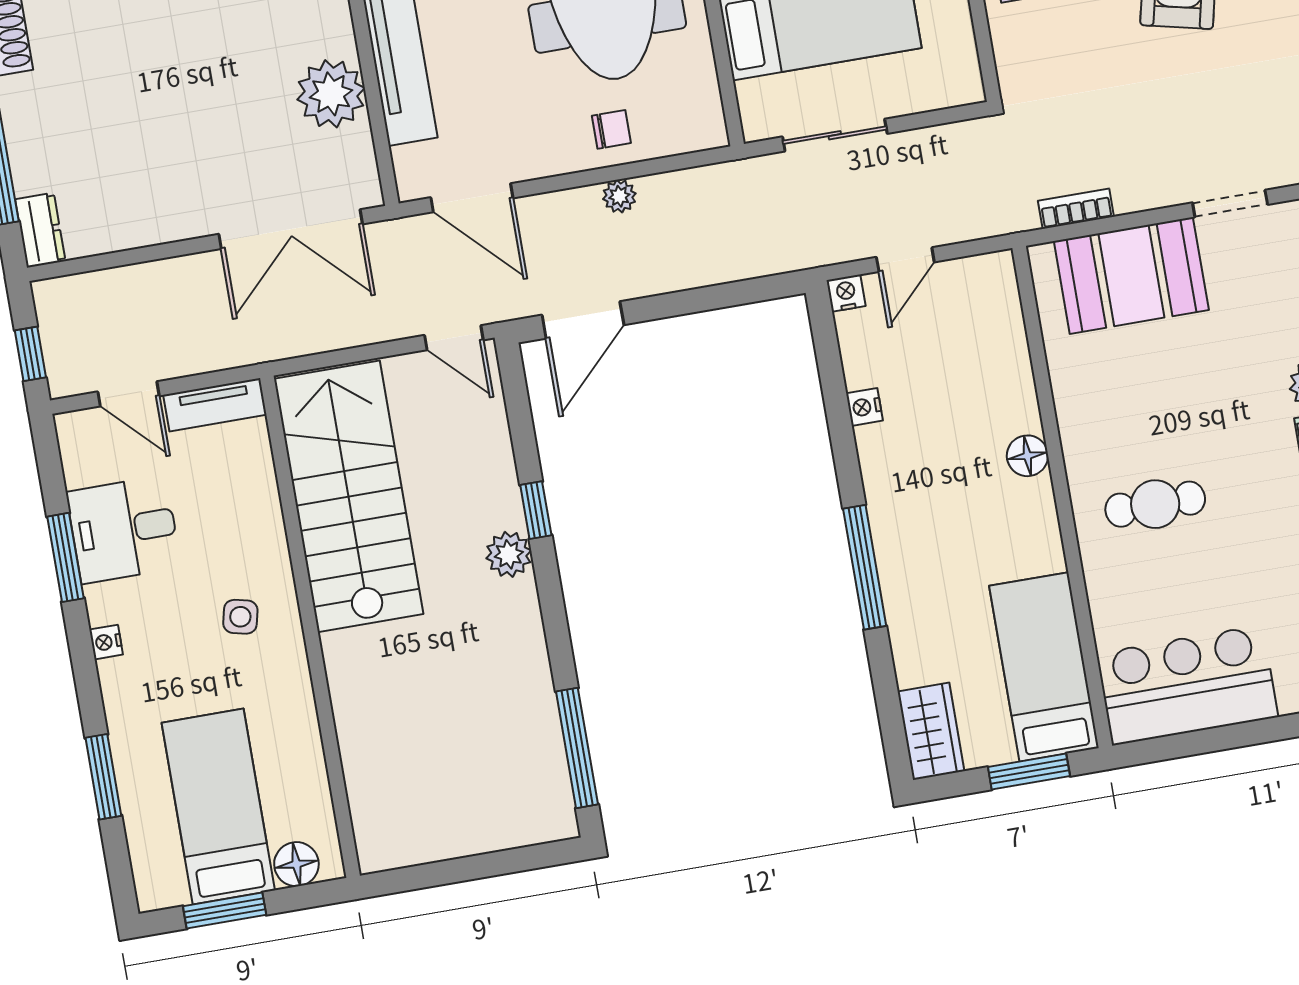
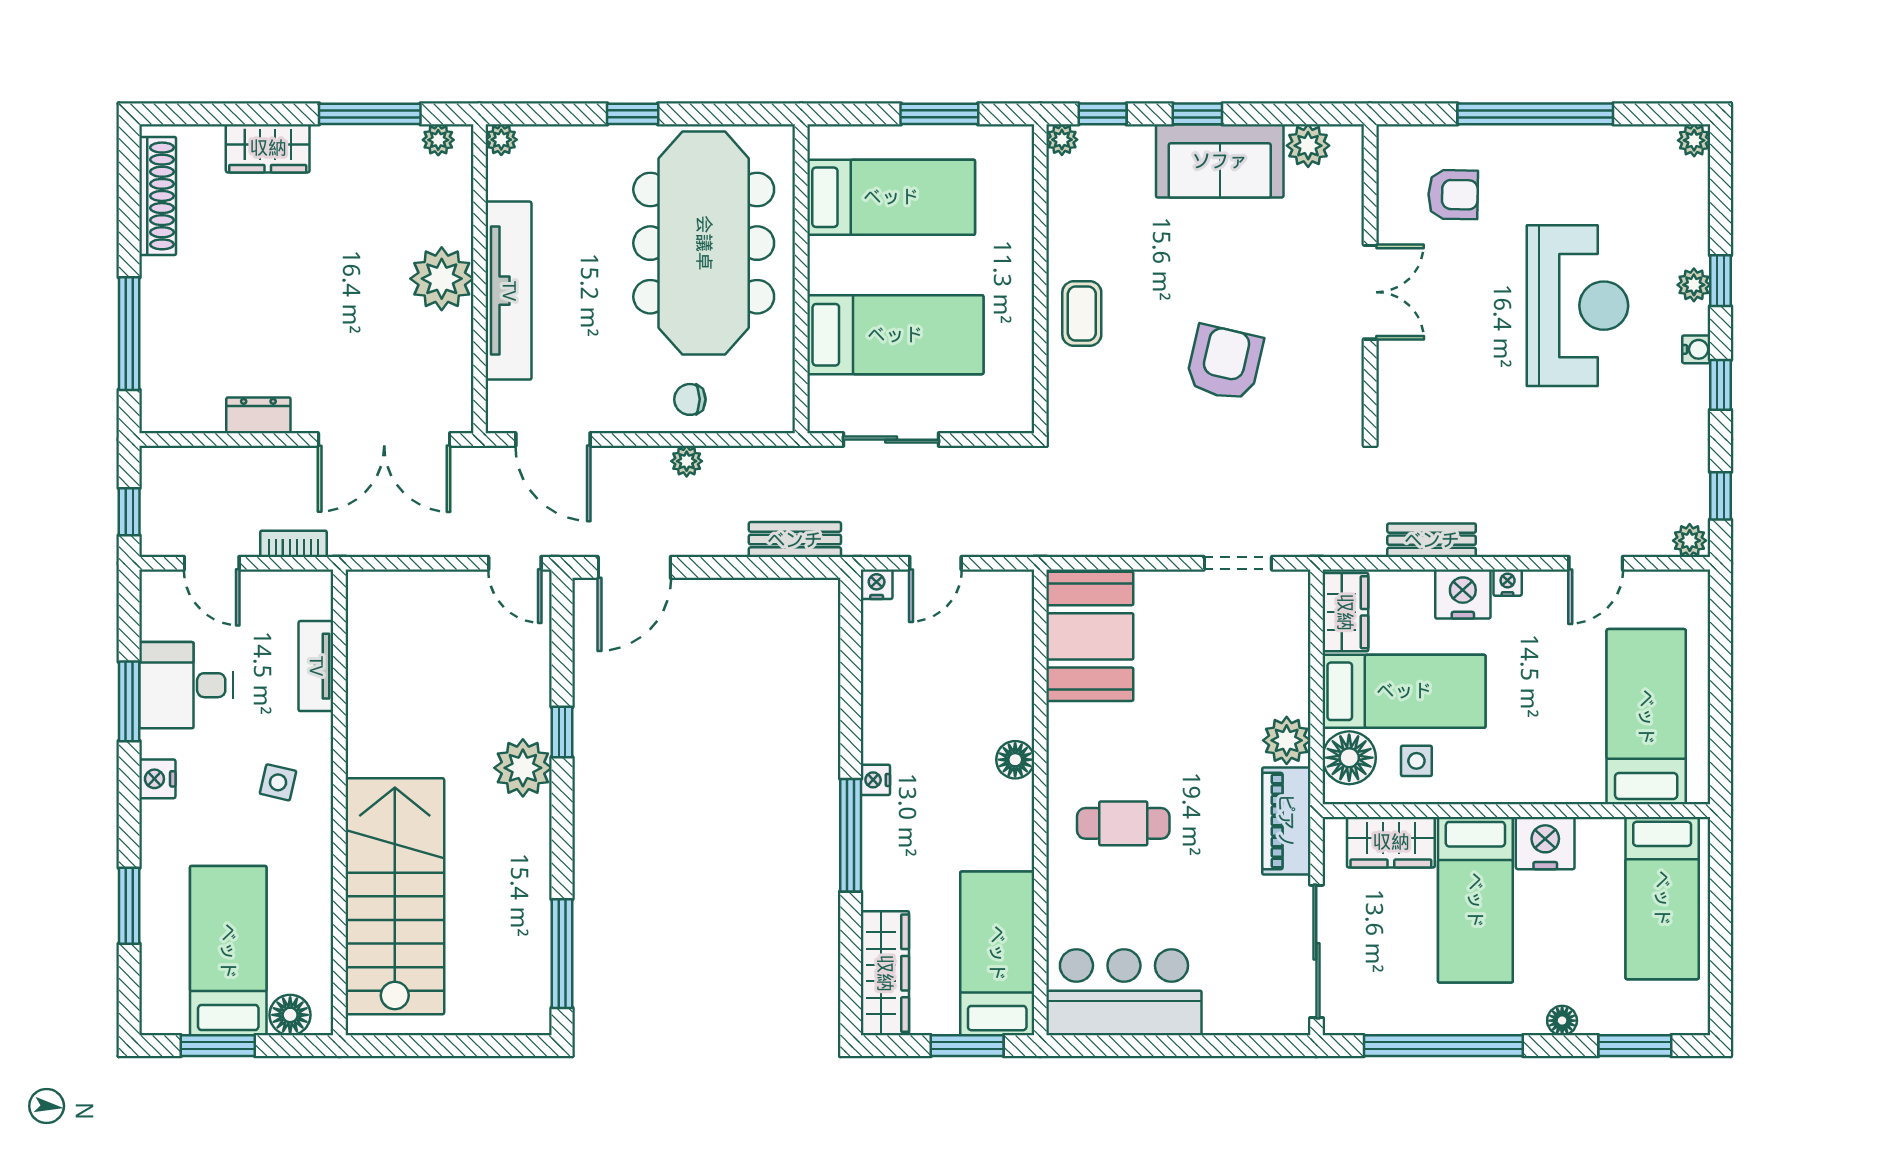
plant: (331, 94) -> (442, 279), moved
chair: (611, 129) -> (690, 399), turned 180
bookcase: (1076, 209) -> (293, 544), moved
dresser: (40, 230) -> (258, 415), moved, turned -90
bench: (750, 260) -> (795, 540), added
booth: (1131, 275) -> (1090, 636), moved, turned 90
tv unit: (215, 405) -> (316, 666), moved, turned 90
nightstand: (864, 407) -> (875, 780), moved
stairs: (349, 496) -> (395, 896), moved
plant: (509, 554) -> (523, 768), width x1.36, depth x1.36
nightstand: (106, 642) -> (157, 779), width x1.39, depth x1.35
wardrobe: (931, 731) -> (885, 973), width x1.50

